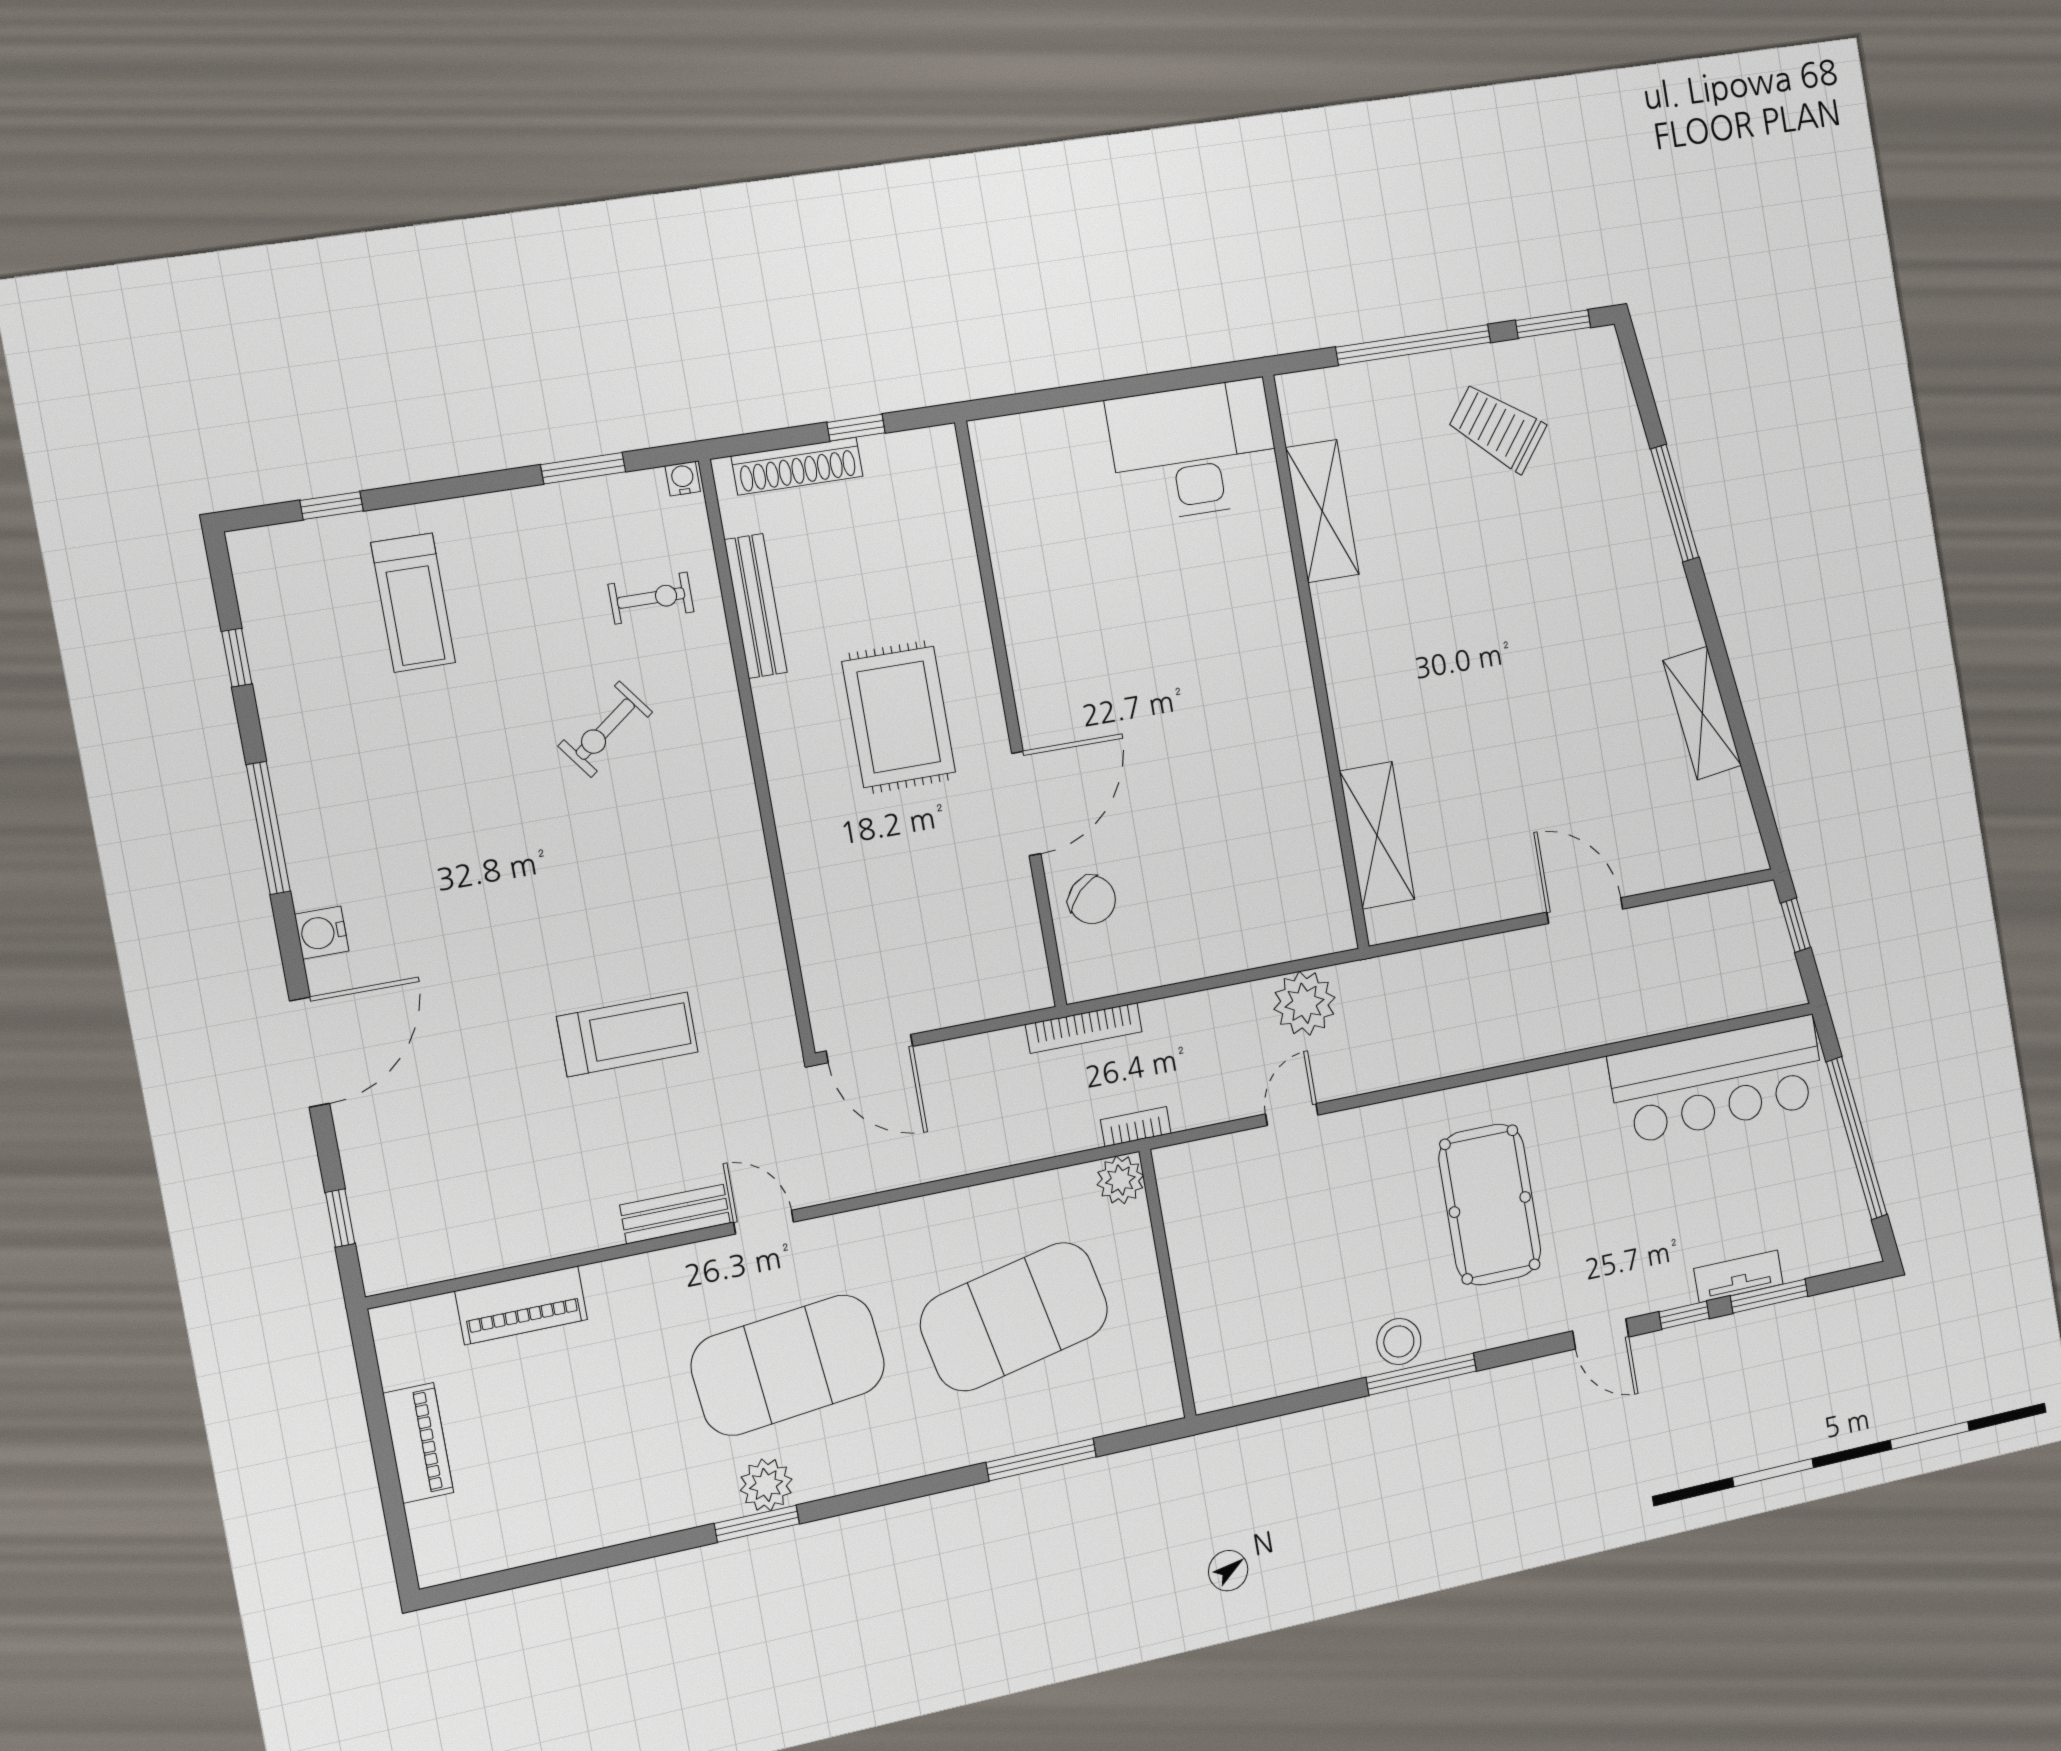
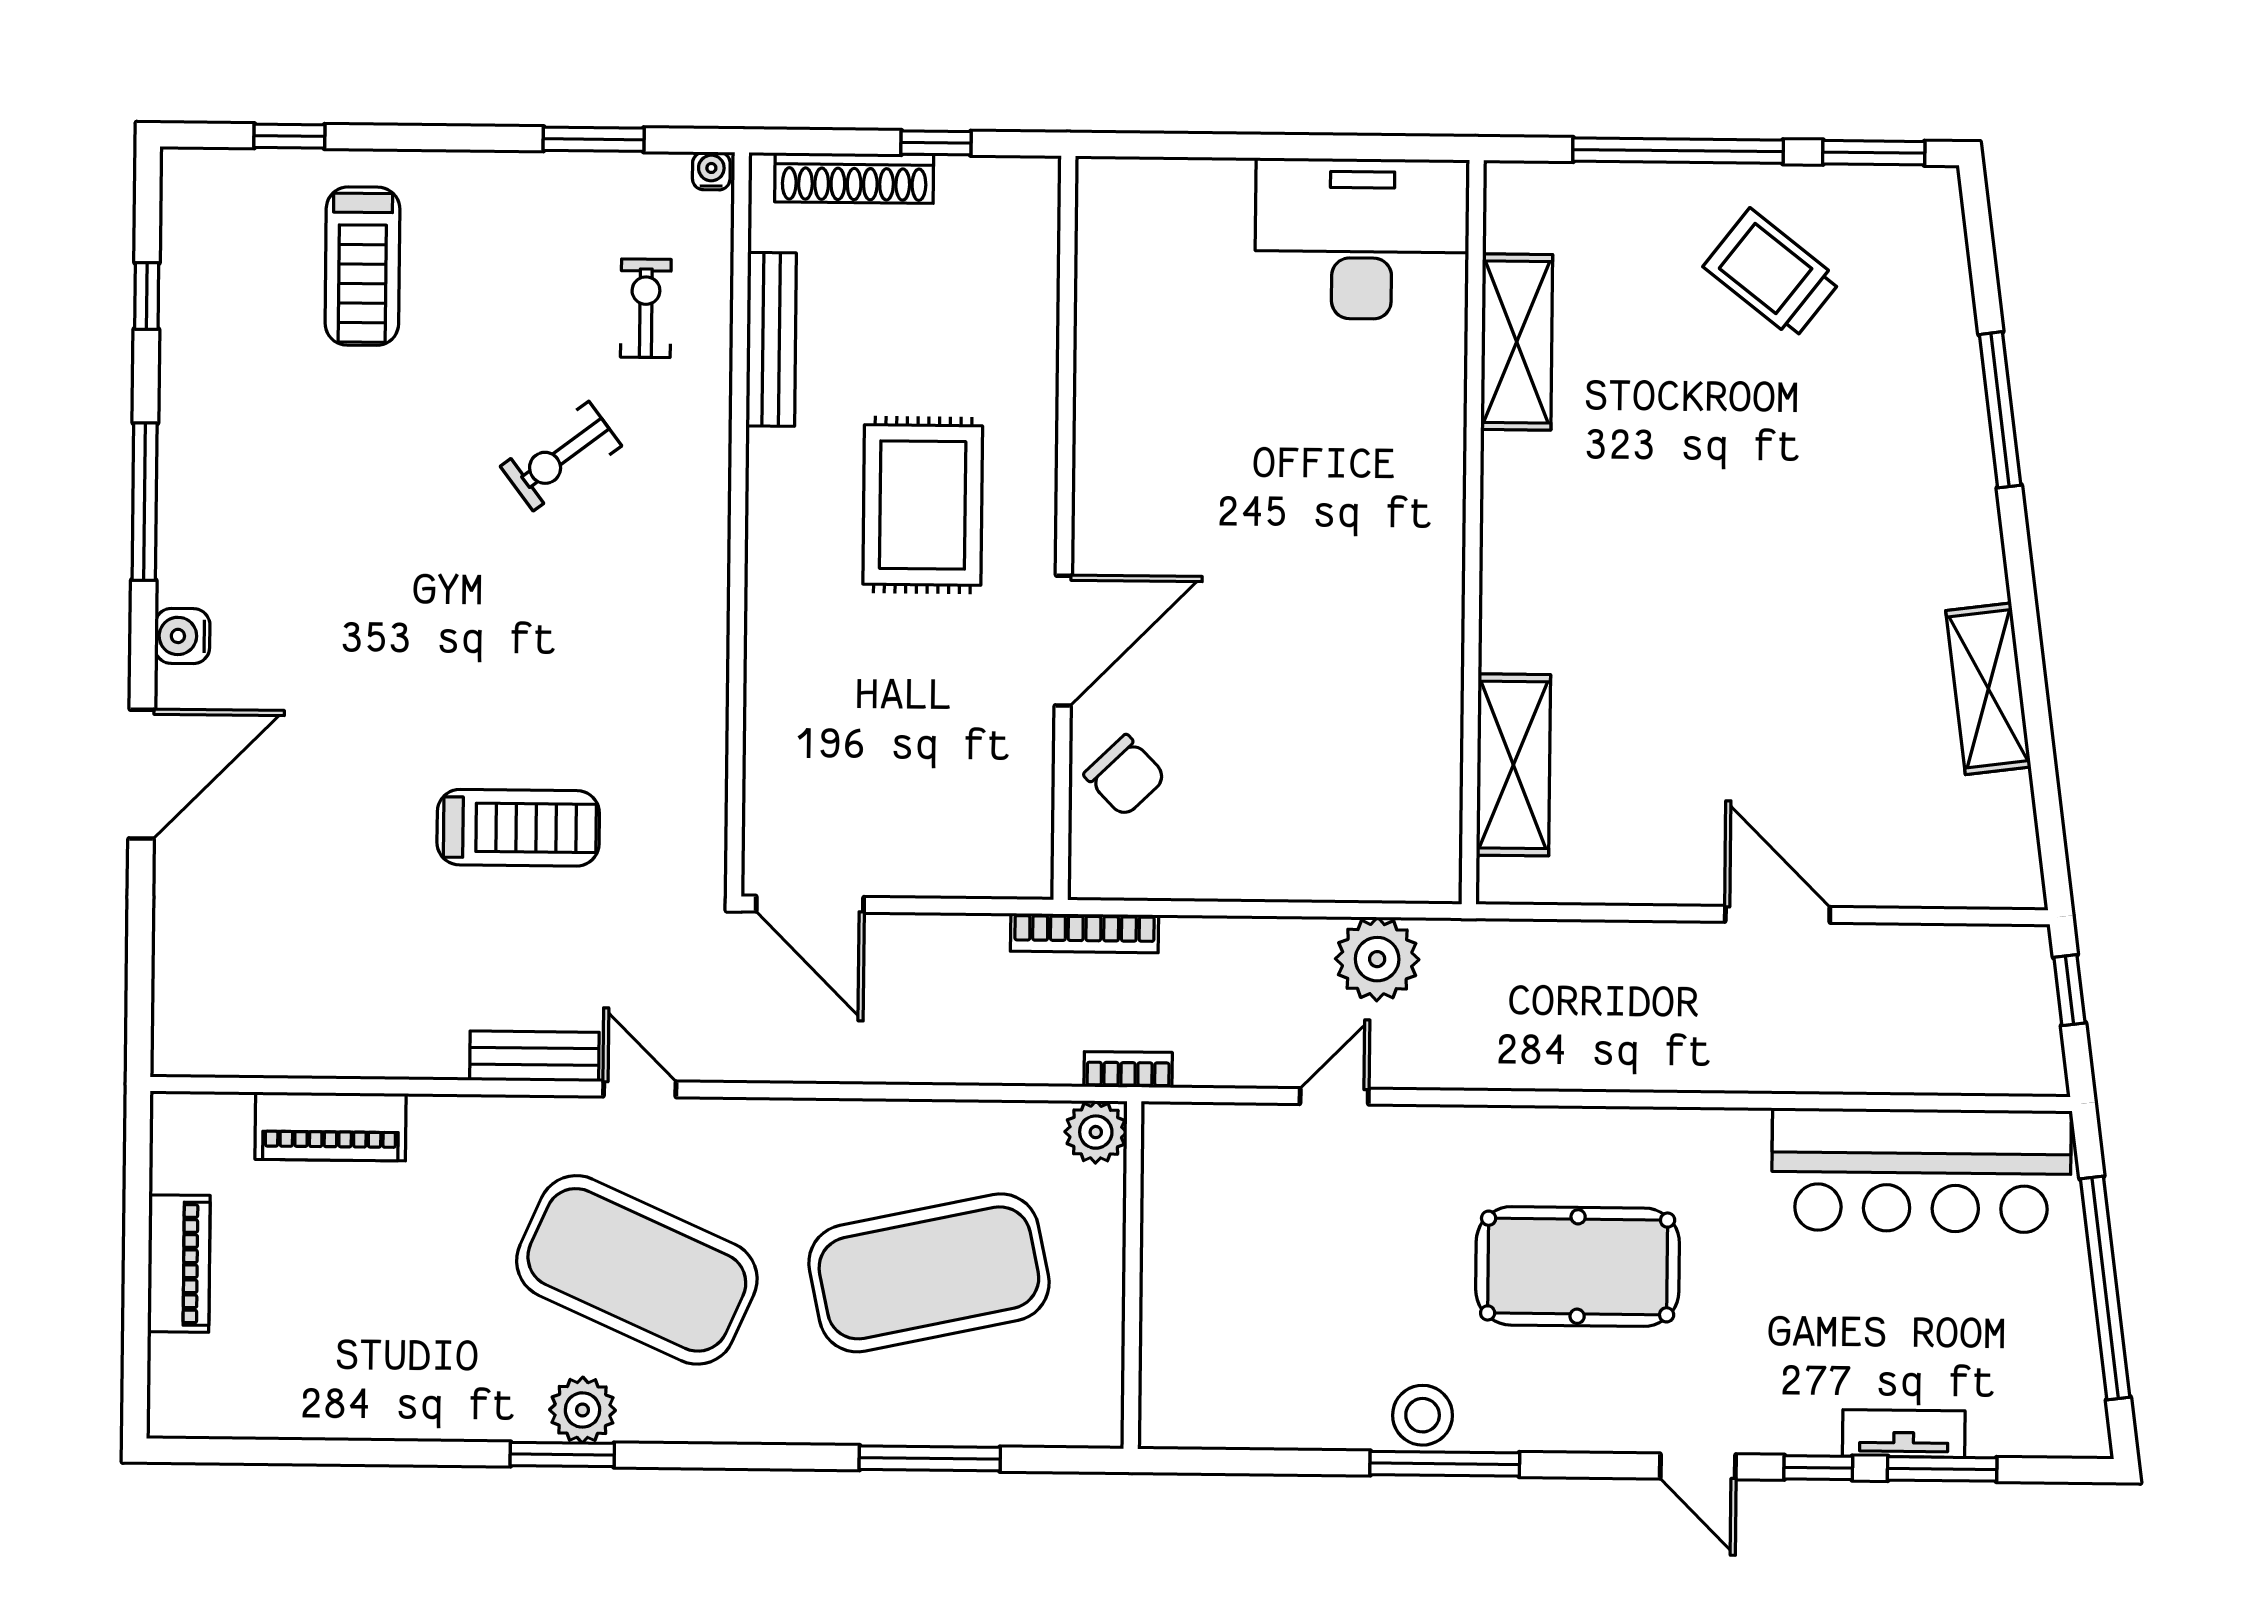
exercise bike: (651, 598) -> (646, 308), turned -90
pool table: (1490, 1205) -> (1578, 1267), turned 90
window: (340, 1218) -> (140, 977), removed
exercise mat: (788, 1365) -> (637, 1270), turned 30

